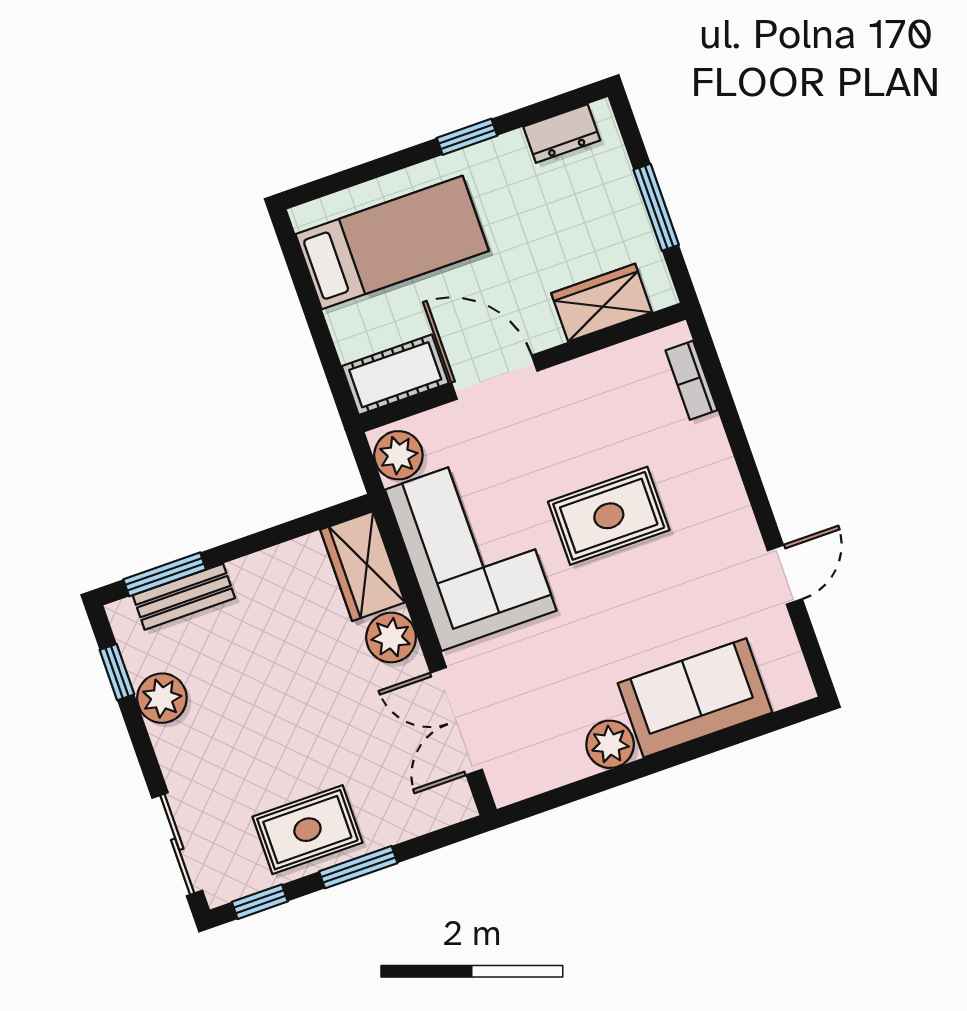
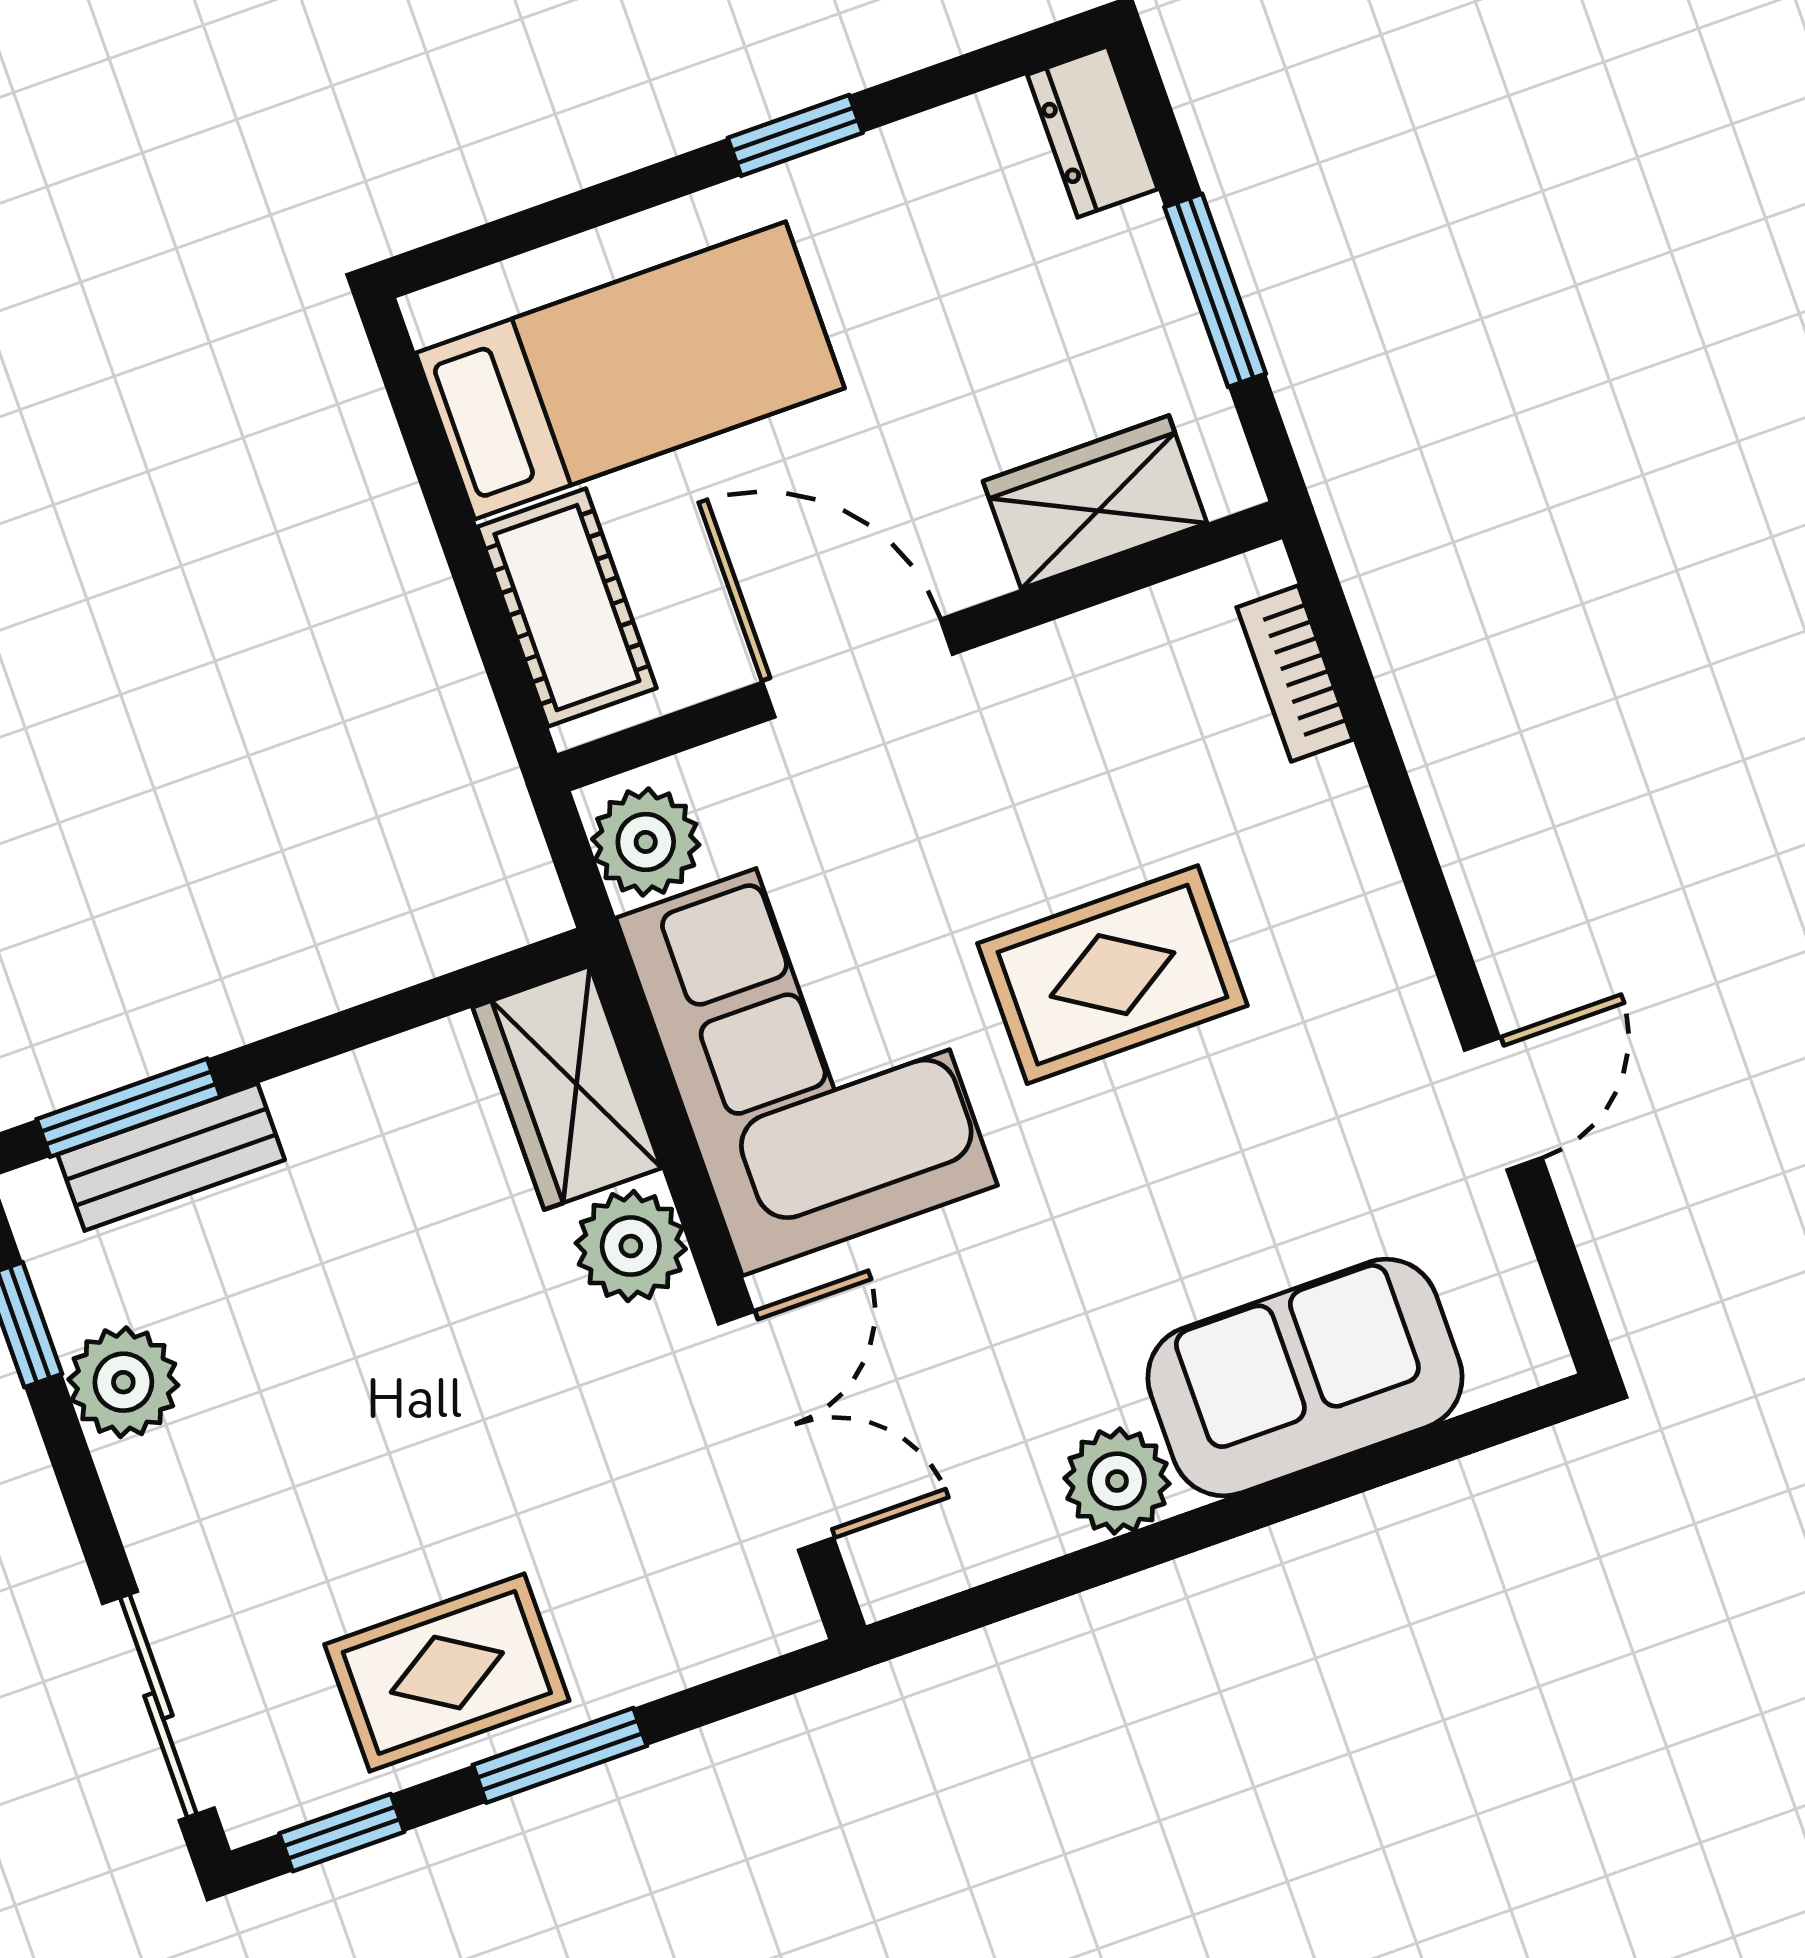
dresser: (562, 134) -> (1092, 132), moved, turned 90
cot: (395, 375) -> (567, 608), moved, turned 90
double door: (456, 721) -> (776, 1431), swing flipped

